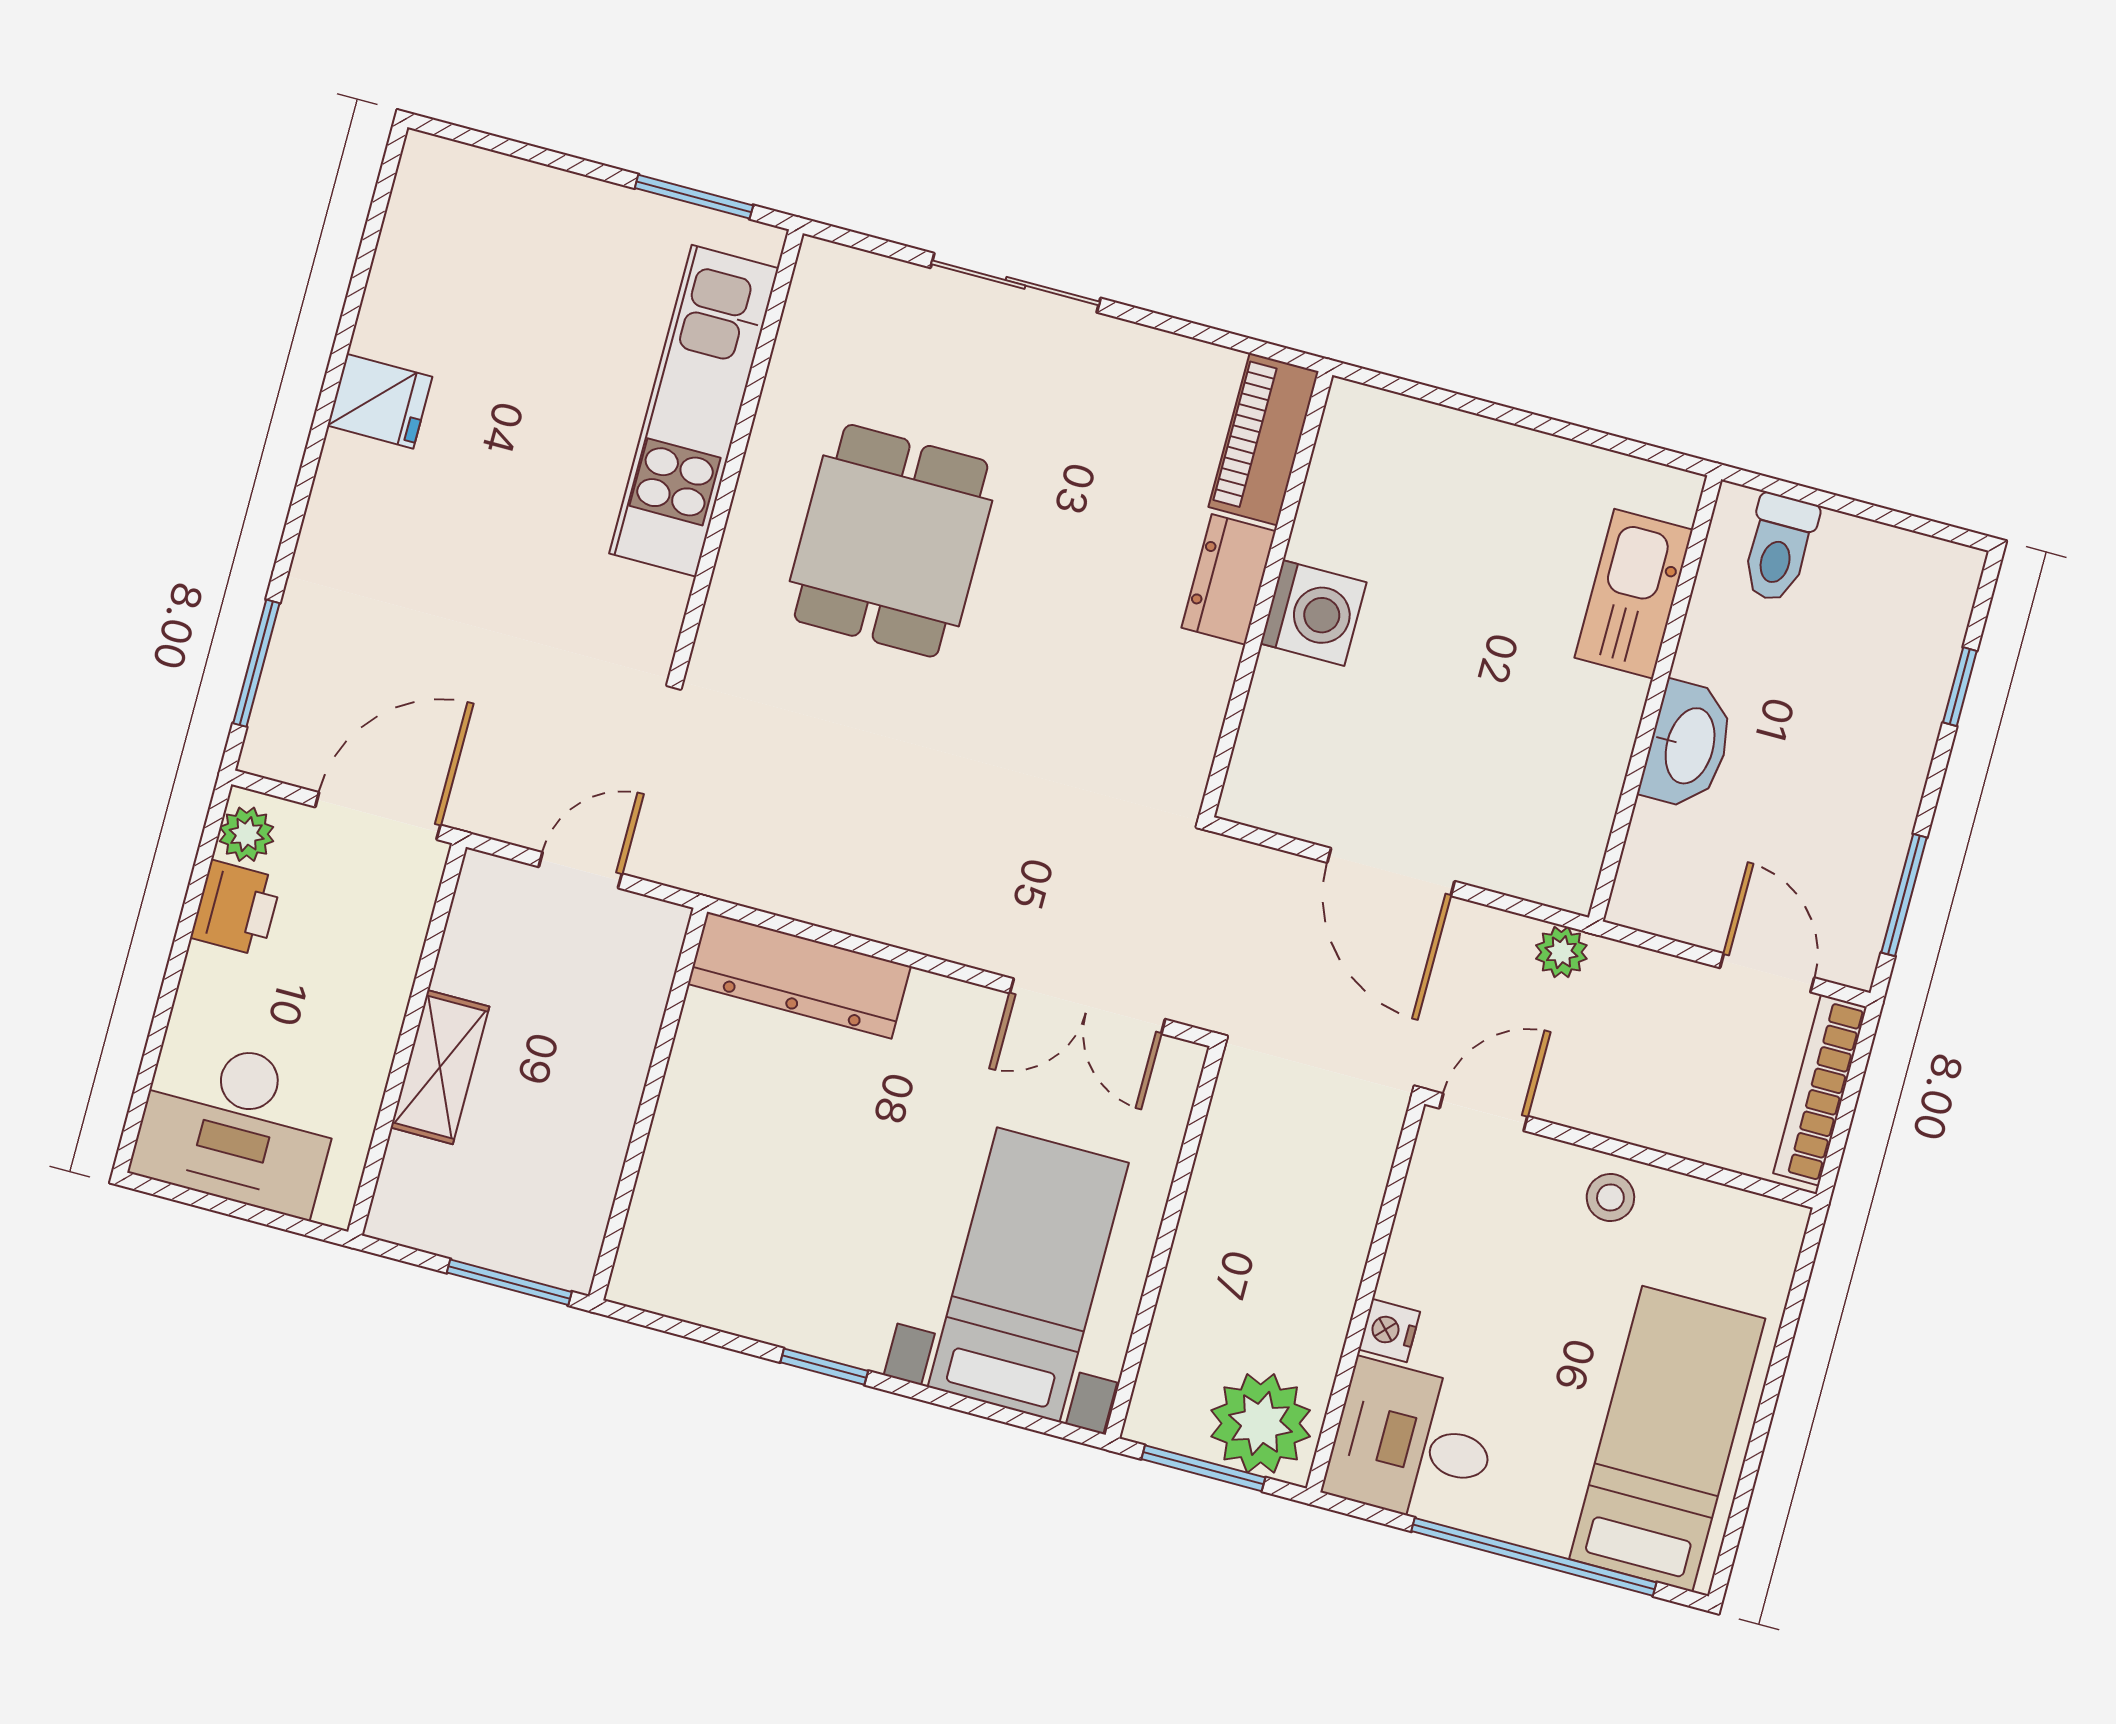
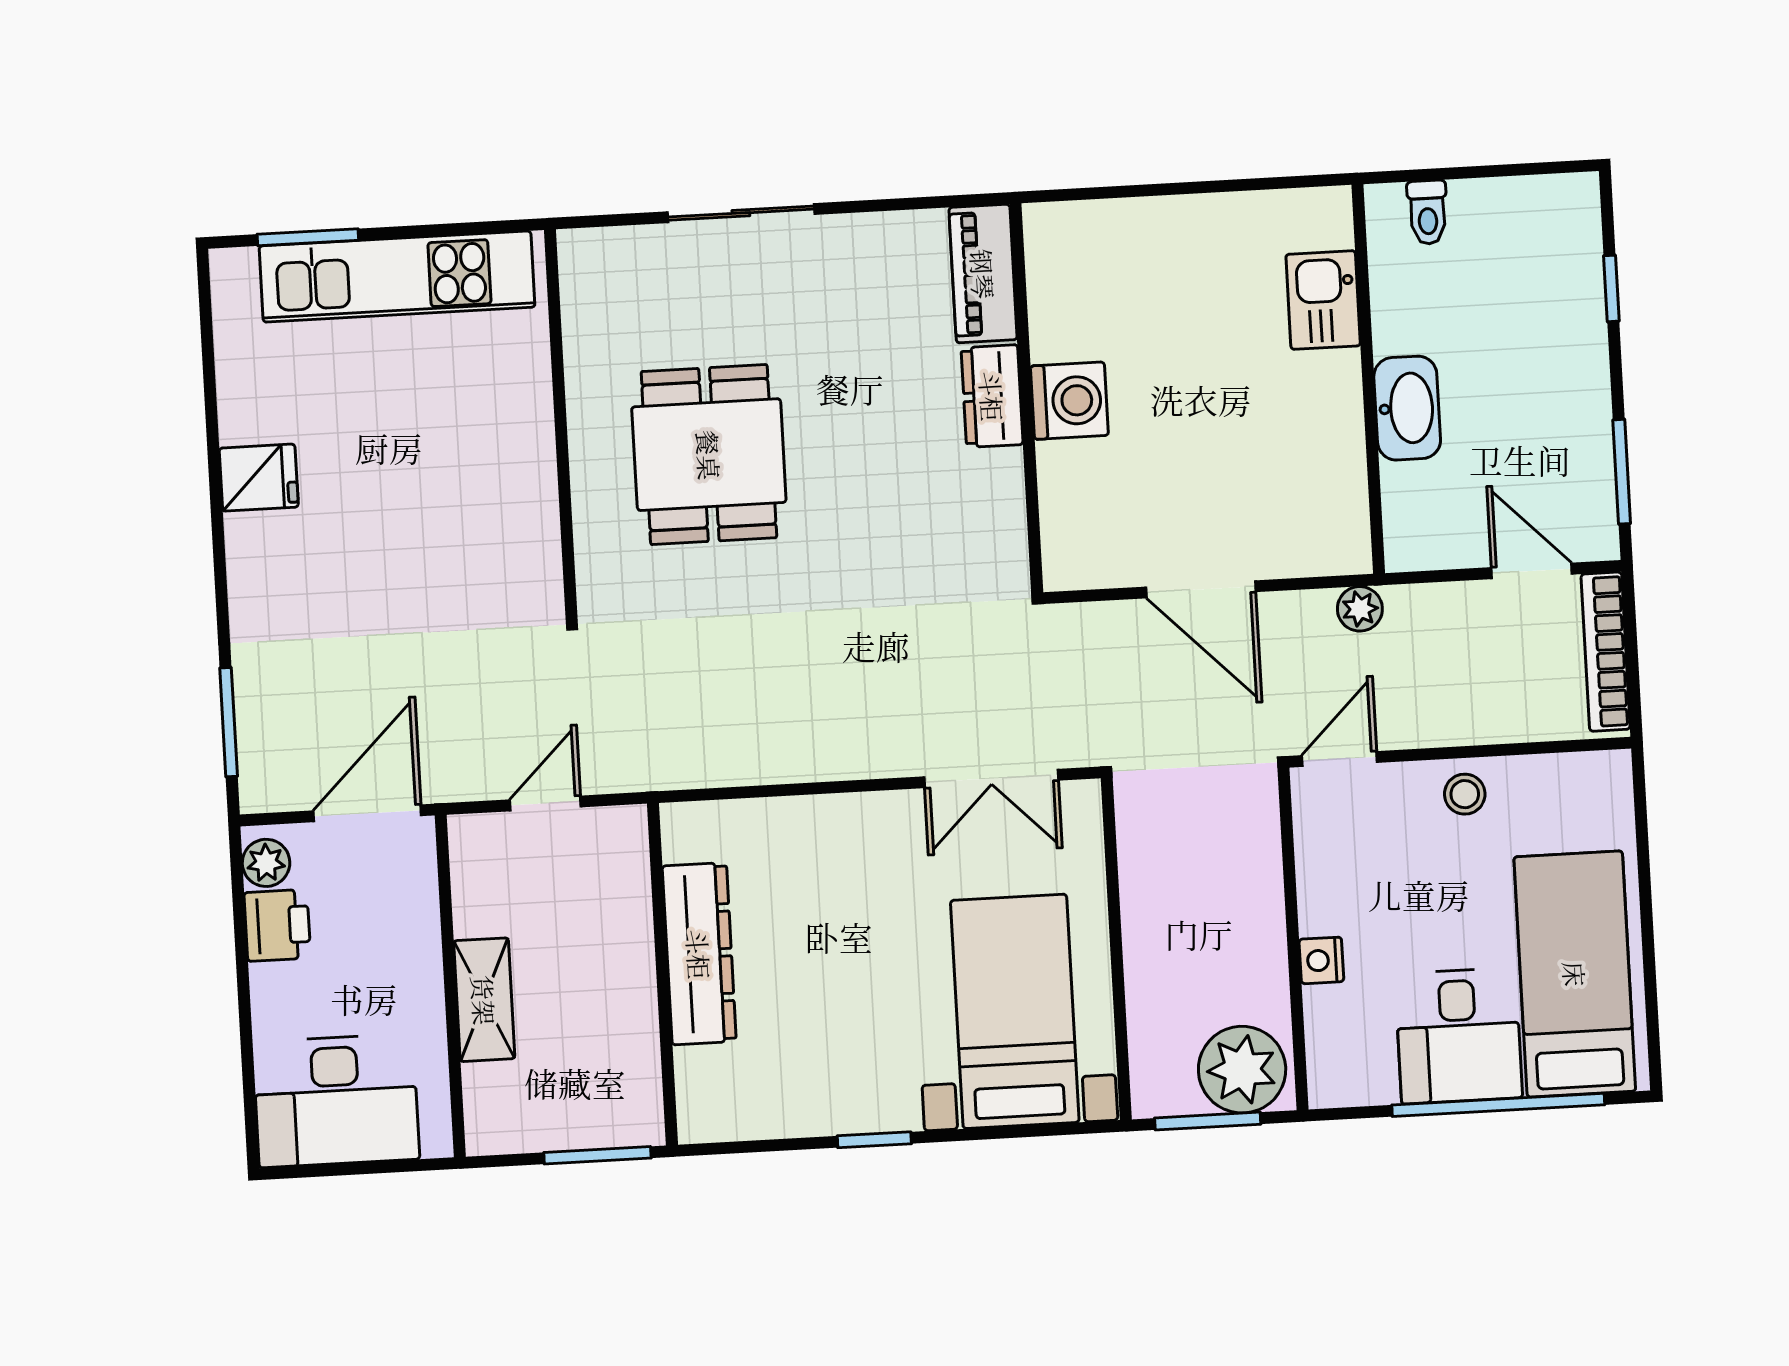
window: (694, 197) -> (308, 237), moved
kitchen unit: (694, 411) -> (397, 277), moved, turned -90
toilet: (1779, 548) -> (1428, 212), width x0.73, depth x0.72
kitchen sink: (1634, 594) -> (1323, 300), width x0.73
dresser: (799, 975) -> (699, 954), moved, turned -90
desk: (1413, 1444) -> (1459, 1036), moved, turned -90

